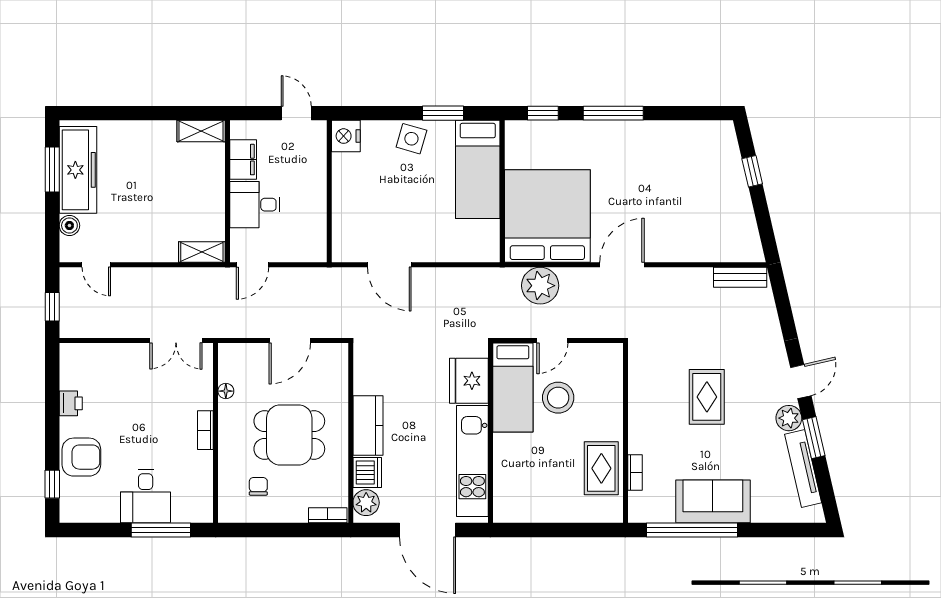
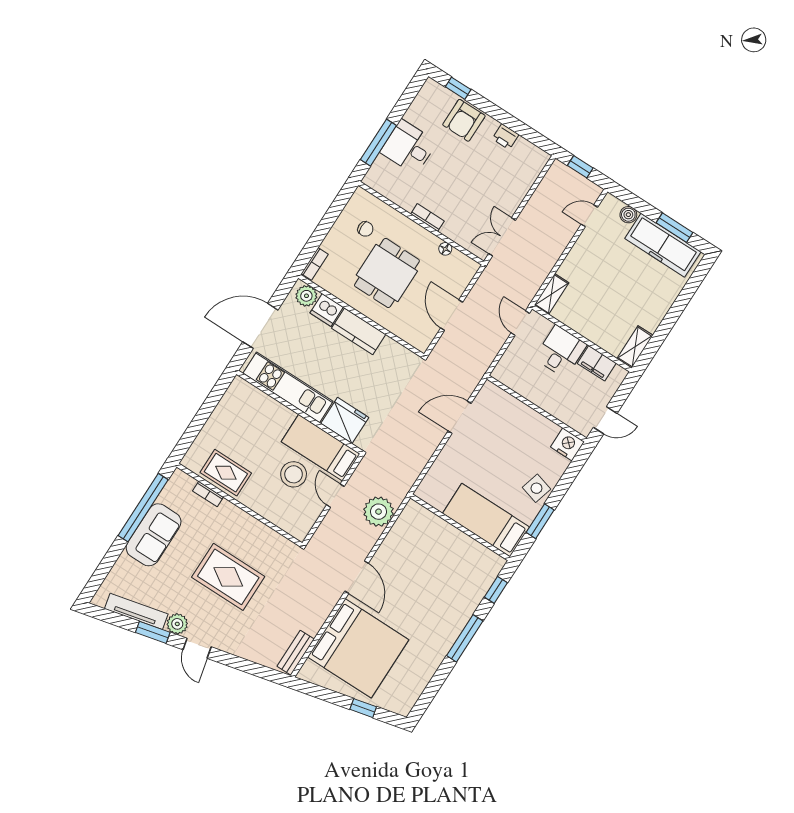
bed: (547, 216) -> (358, 648), moved
rug: (707, 397) -> (228, 577), width x1.36, depth x1.43

